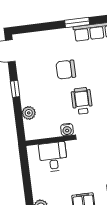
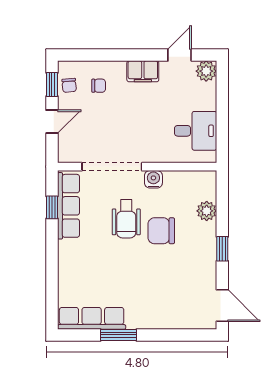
chair: (66, 70) -> (161, 231), moved, turned 180
desk: (53, 157) -> (196, 131), moved, turned -90

